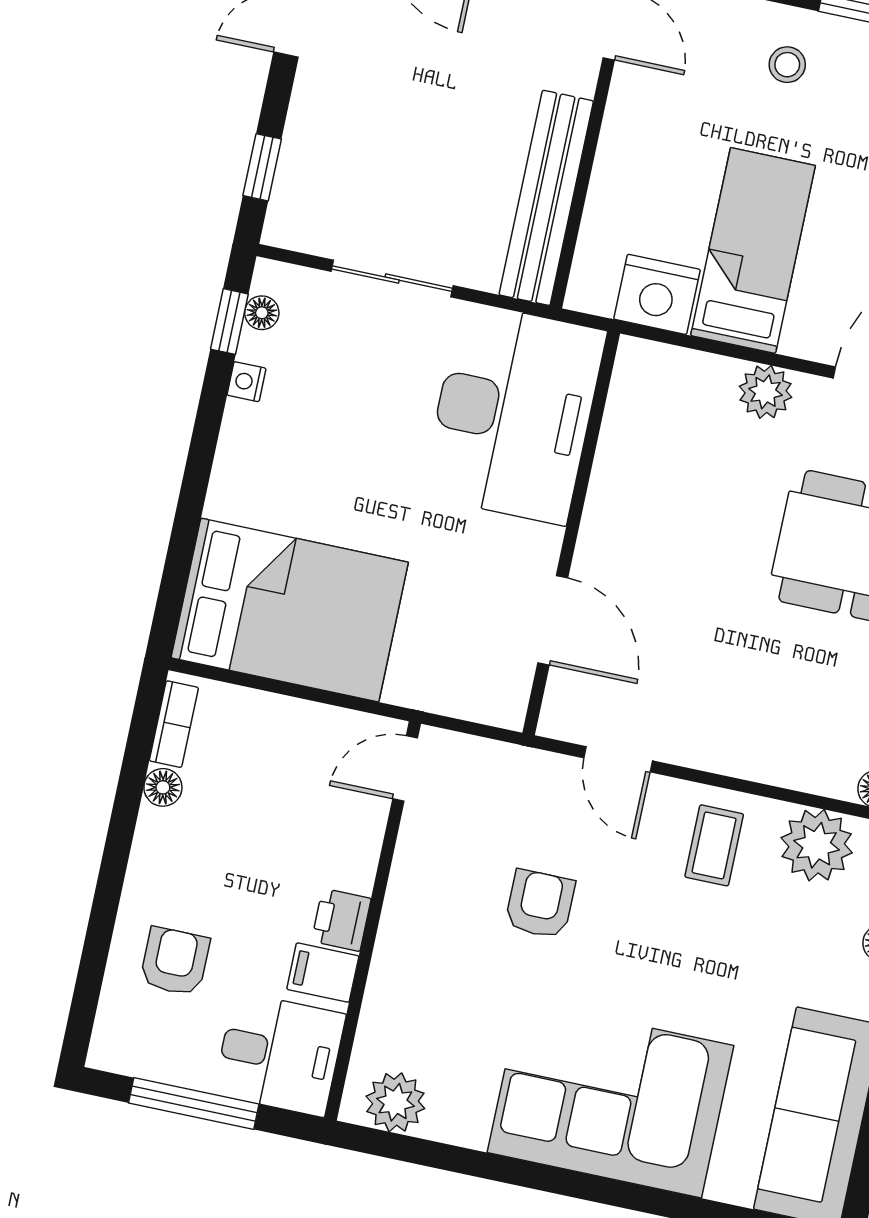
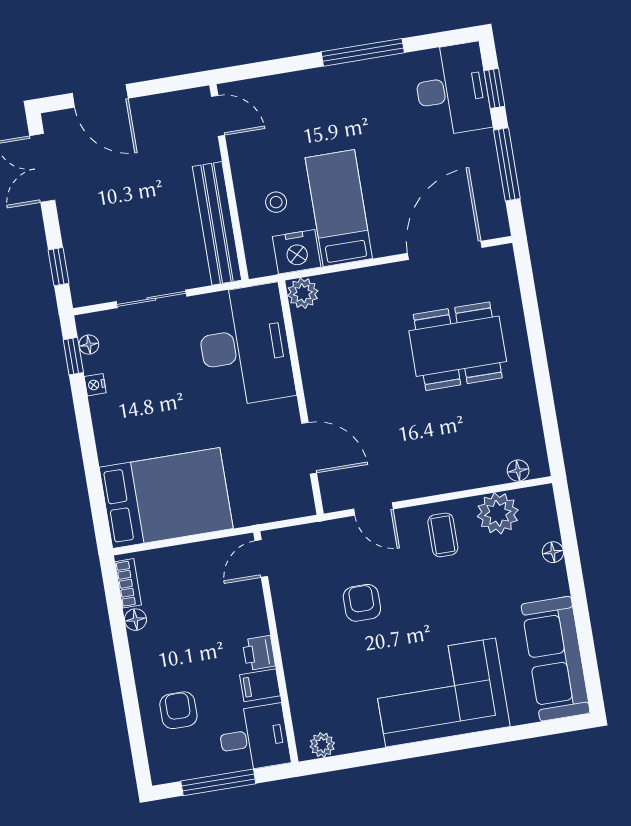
stool: (787, 65) -> (276, 202), moved
plant: (766, 392) -> (303, 293), moved
plant: (395, 1102) -> (322, 745), width x0.73, depth x0.73

